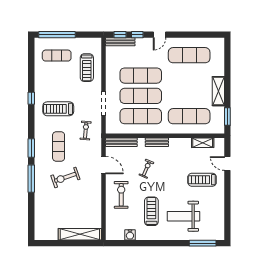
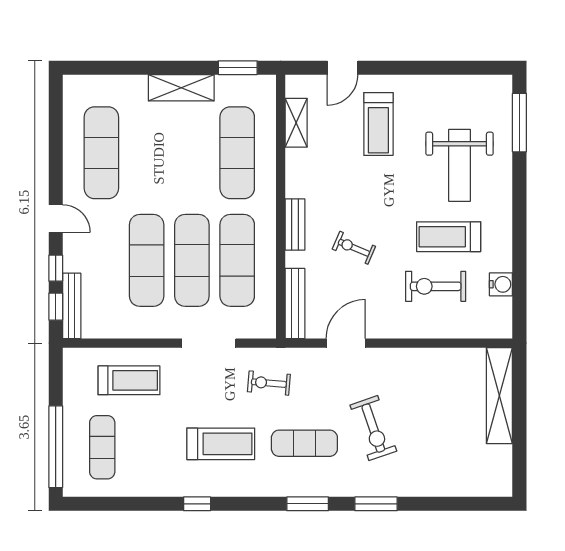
treadmill: (58, 109) -> (221, 444), turned -90
window: (31, 179) -> (376, 504), width x0.69
exercise bike: (121, 195) -> (436, 286), moved

